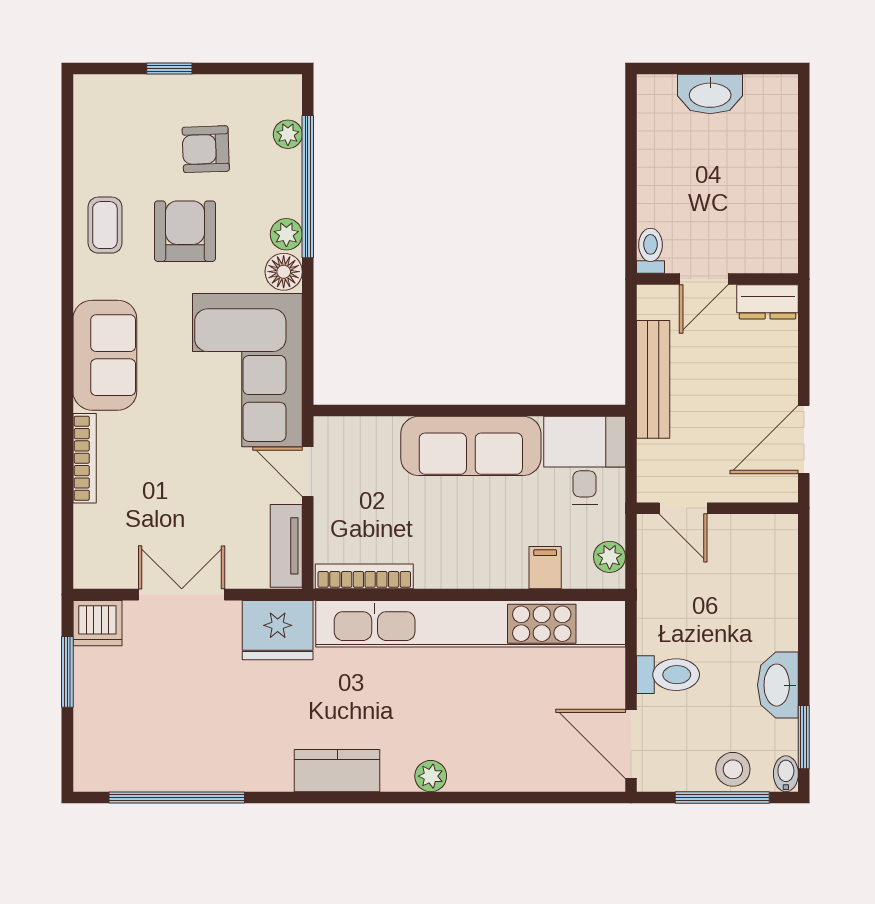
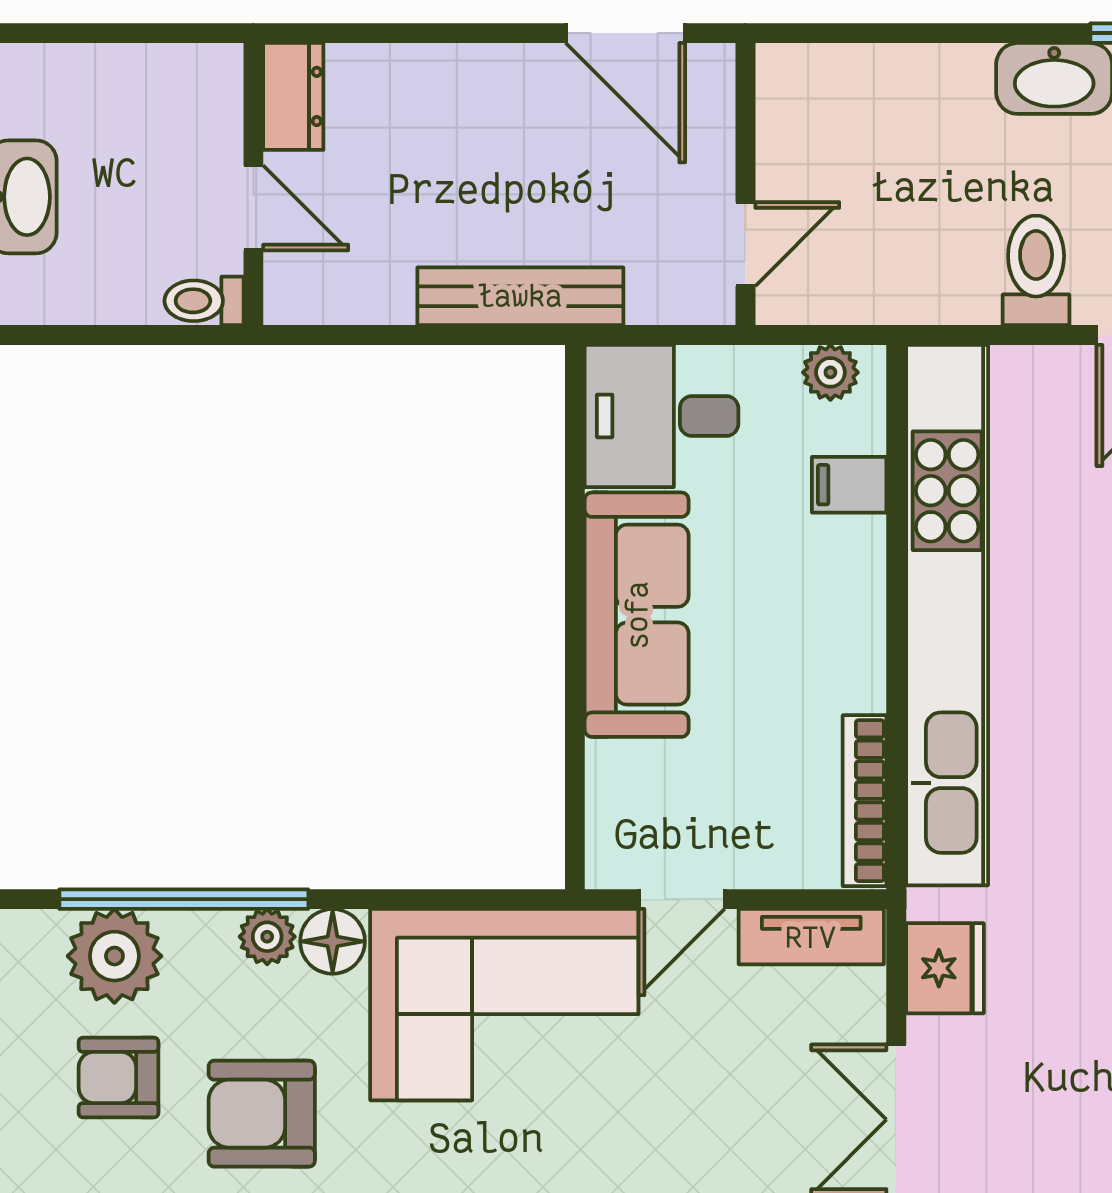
plant: (288, 134) -> (114, 956), width x1.87, depth x1.87
armchair: (206, 149) -> (119, 1077), turned 92
toilet: (651, 251) -> (204, 301), moved
door: (704, 279) -> (253, 208), moved
wall: (717, 279) -> (253, 184), moved
dresser: (768, 302) -> (293, 96), moved
fridge: (278, 630) -> (945, 968), width x0.73, depth x0.75

